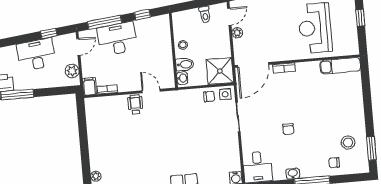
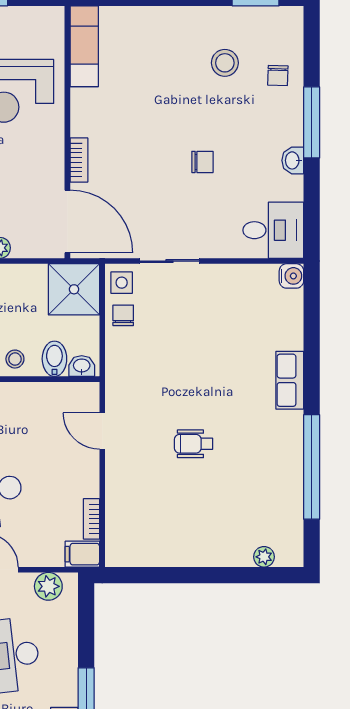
door: (151, 91) -> (102, 431), hinge flipped
wheelchair: (135, 104) -> (194, 444), moved
stool: (348, 142) -> (225, 63), moved

